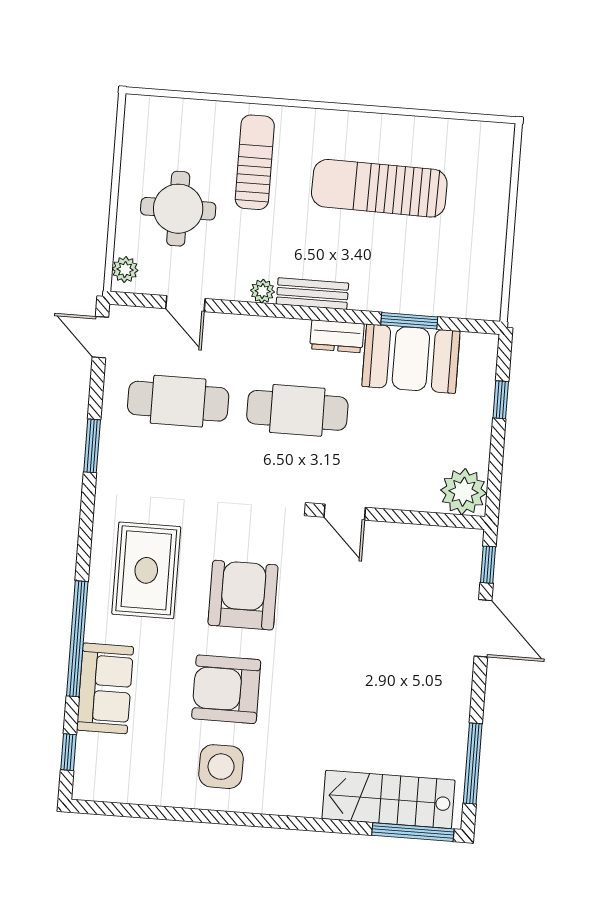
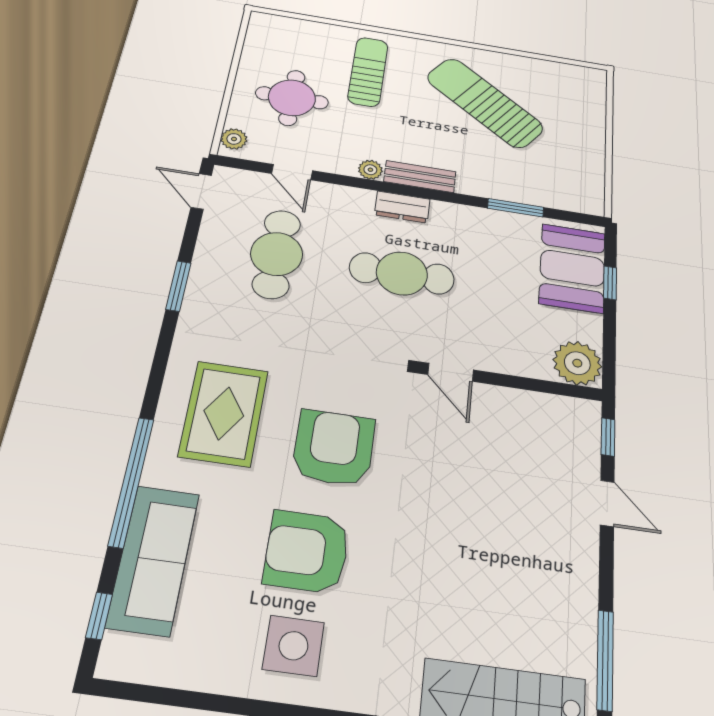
sun lounger: (379, 188) -> (485, 103), turned 35
dresser: (337, 336) -> (402, 207), moved
booth: (411, 359) -> (572, 268), moved, turned 90
cafe table: (178, 401) -> (277, 254), turned 90
door: (483, 628) -> (607, 503), width x0.73
sofa: (105, 688) -> (153, 559), width x1.36

